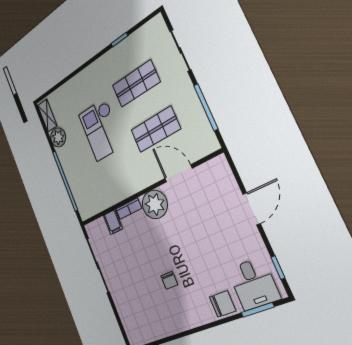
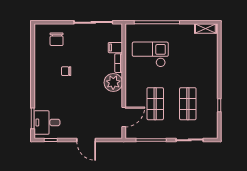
checkout: (101, 130) -> (150, 54), moved
plant: (58, 137) -> (187, 30), removed
door: (178, 173) -> (124, 117), moved
chair: (223, 304) -> (57, 39), moved

